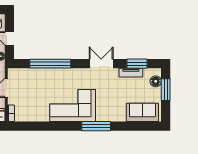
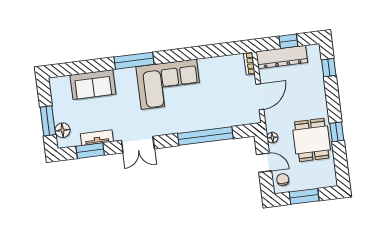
sofa: (142, 112) -> (93, 84), moved

